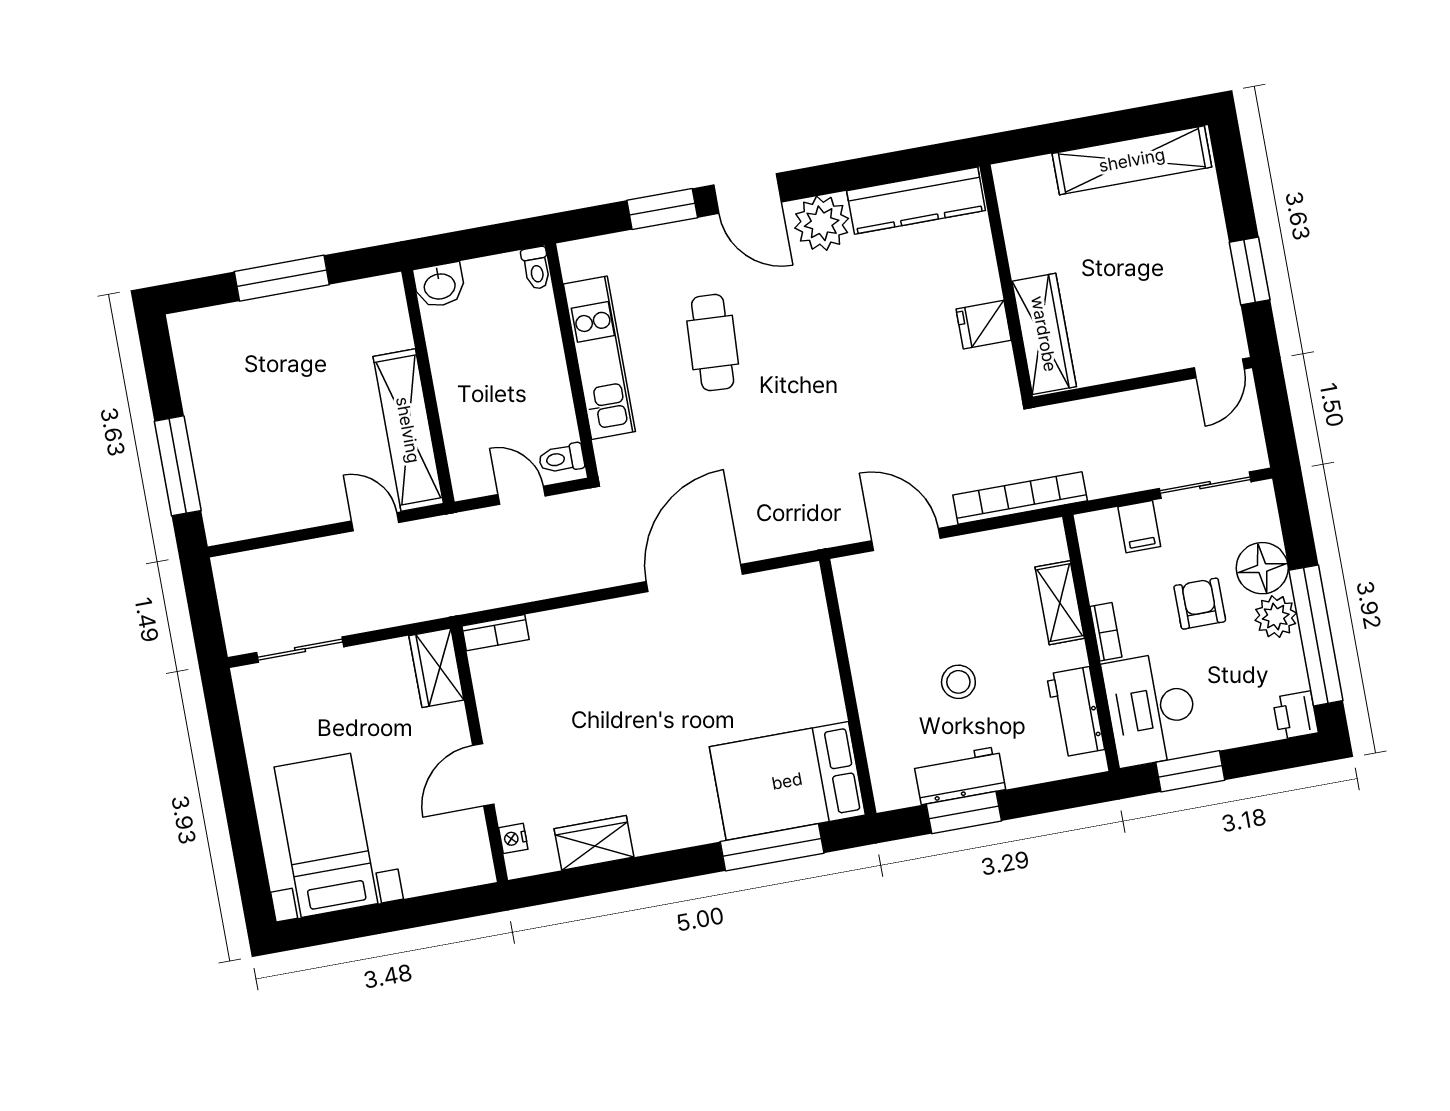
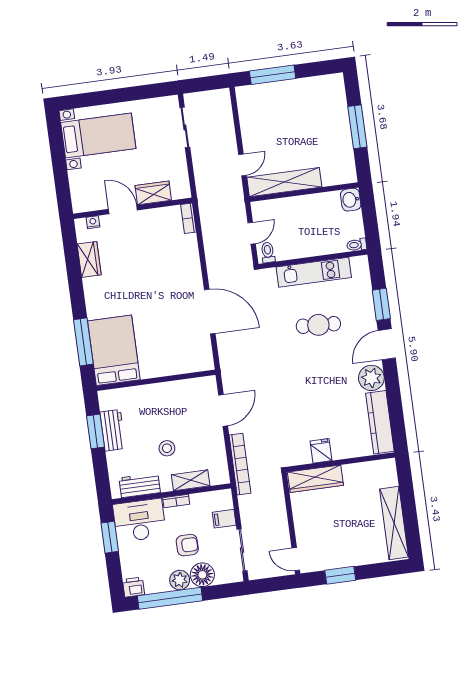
wardrobe: (436, 668) -> (153, 193), moved
stool: (958, 682) -> (167, 448), moved

